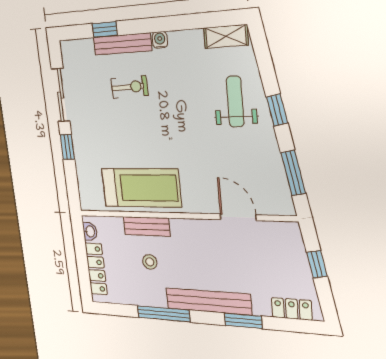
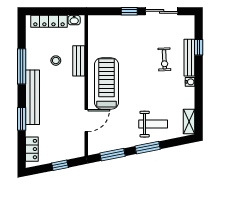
window: (277, 110) -> (148, 148), width x1.50
treadmill: (141, 188) -> (106, 83), moved, turned 180

